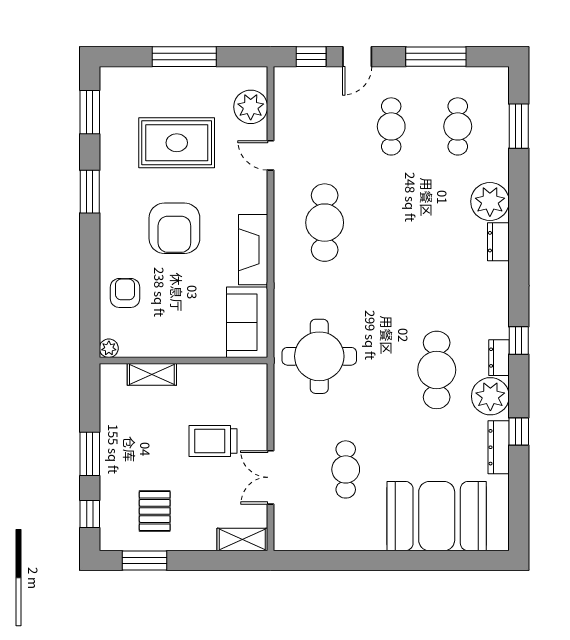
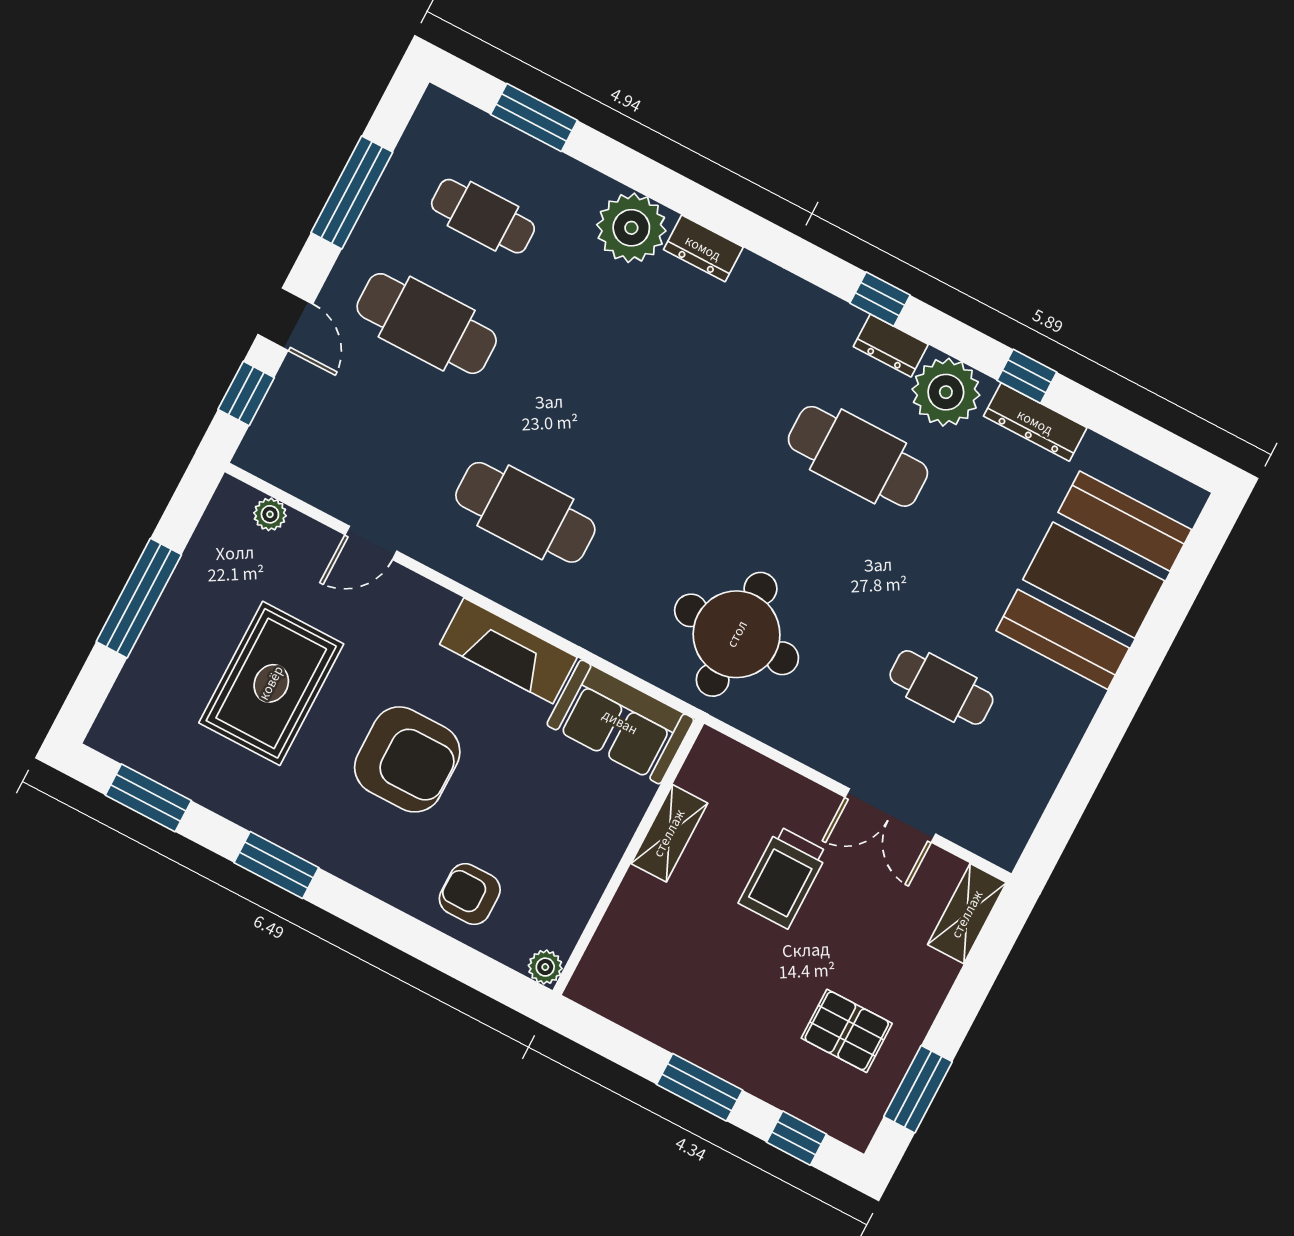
plant: (251, 107) -> (270, 514), width x0.53, depth x0.53
cafe table: (391, 126) -> (427, 324), width x1.37, depth x1.35
shelving: (152, 374) -> (669, 833), moved

